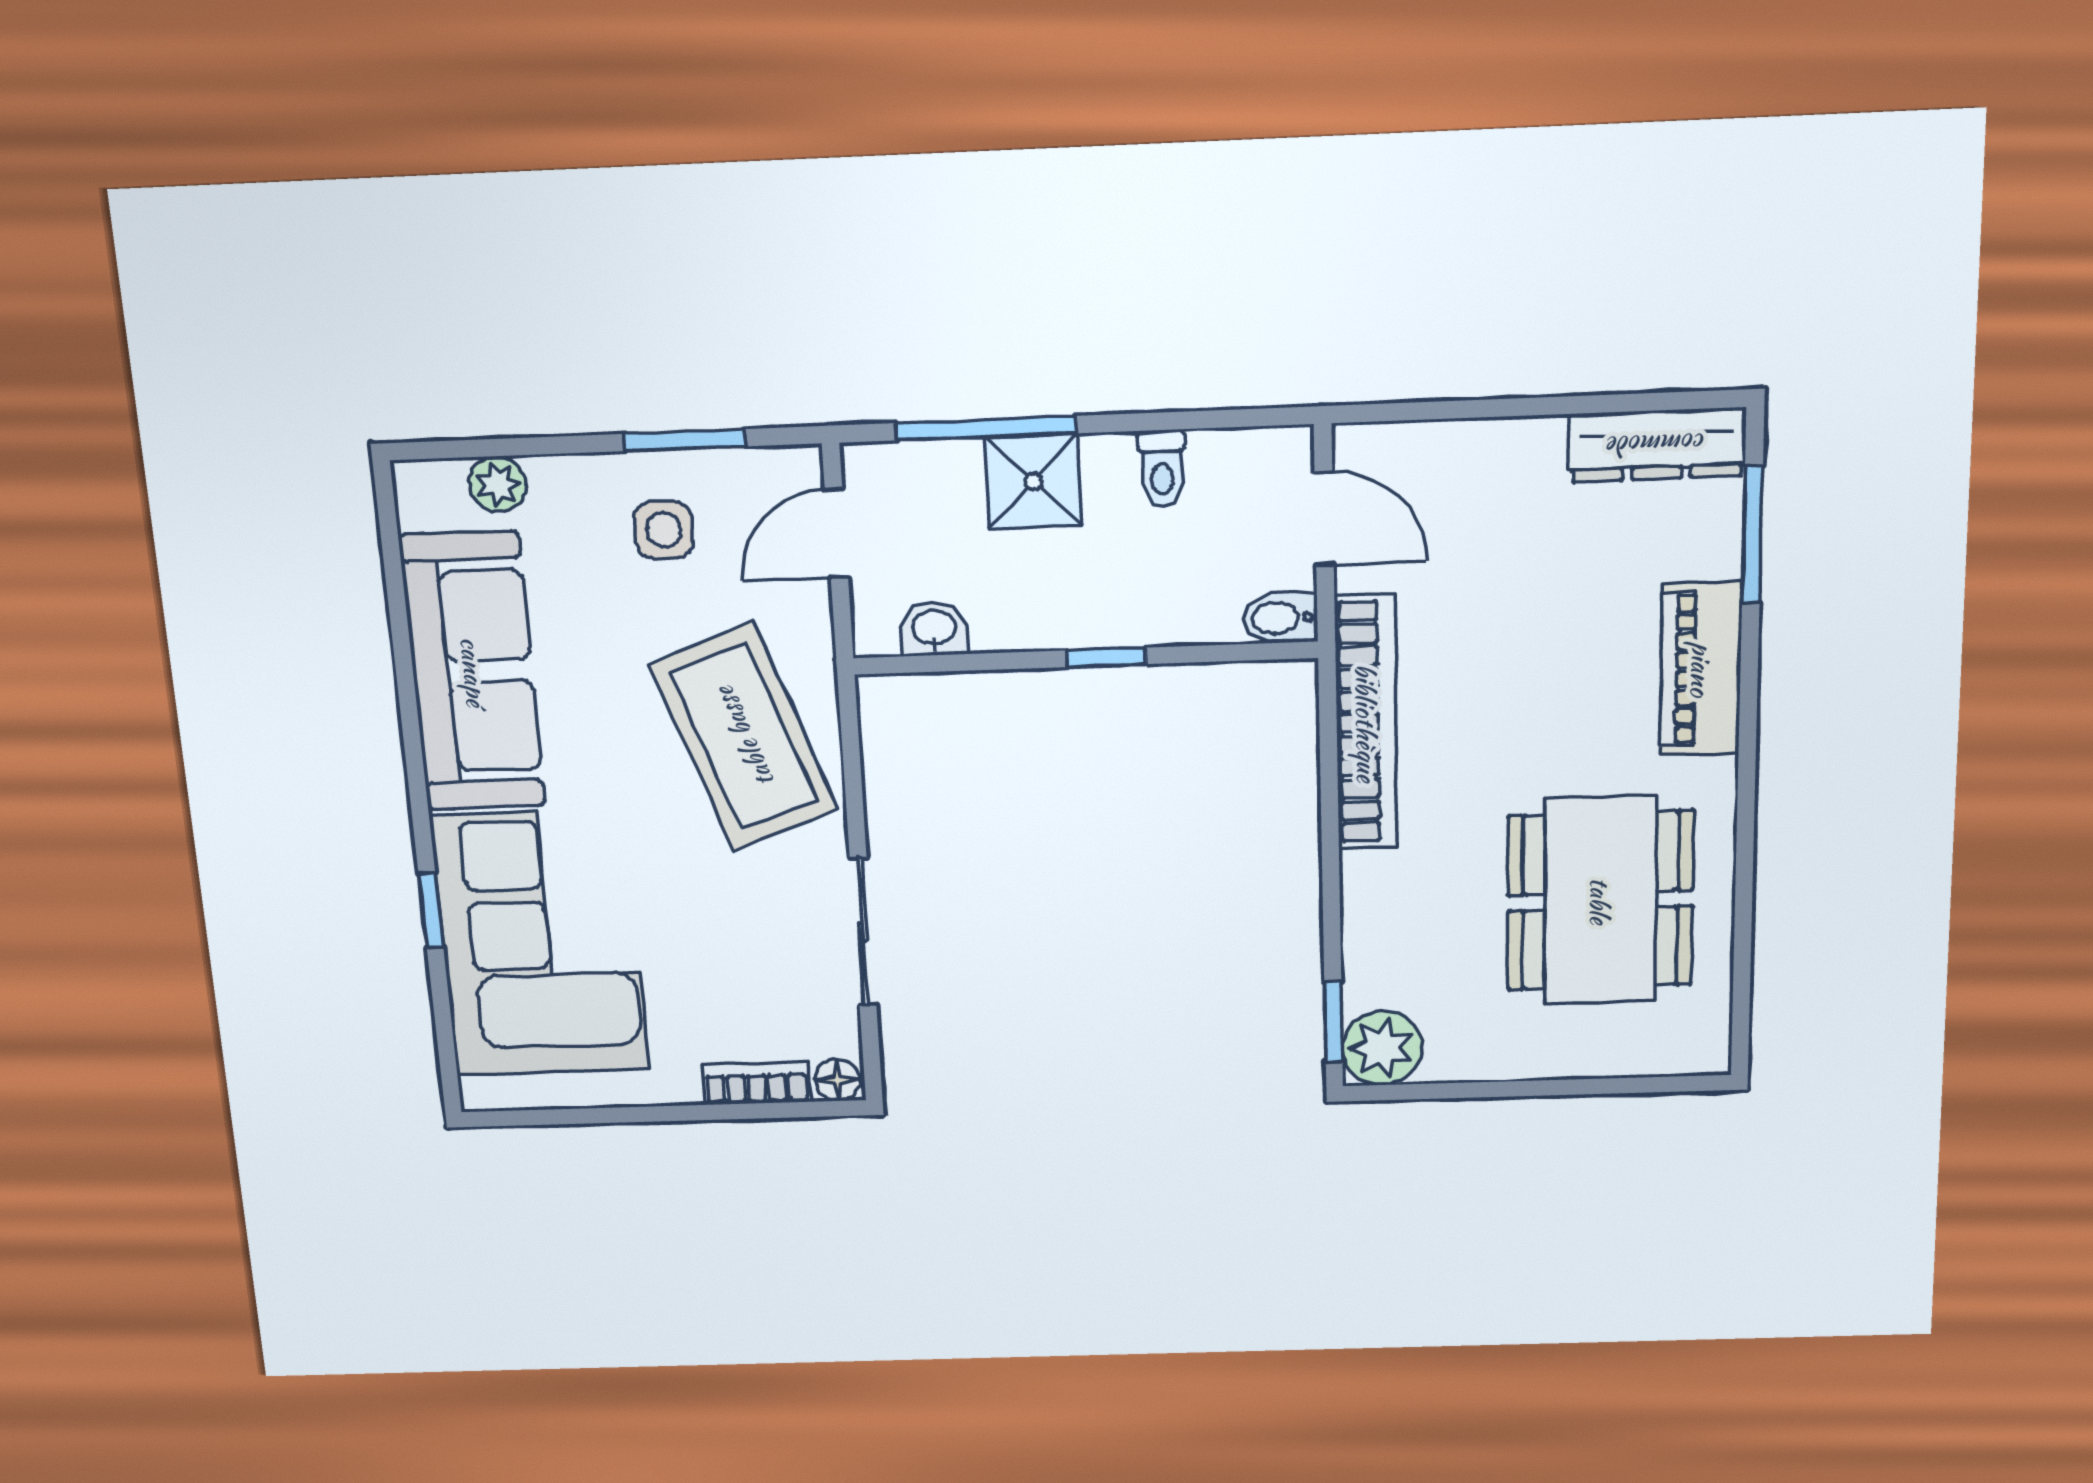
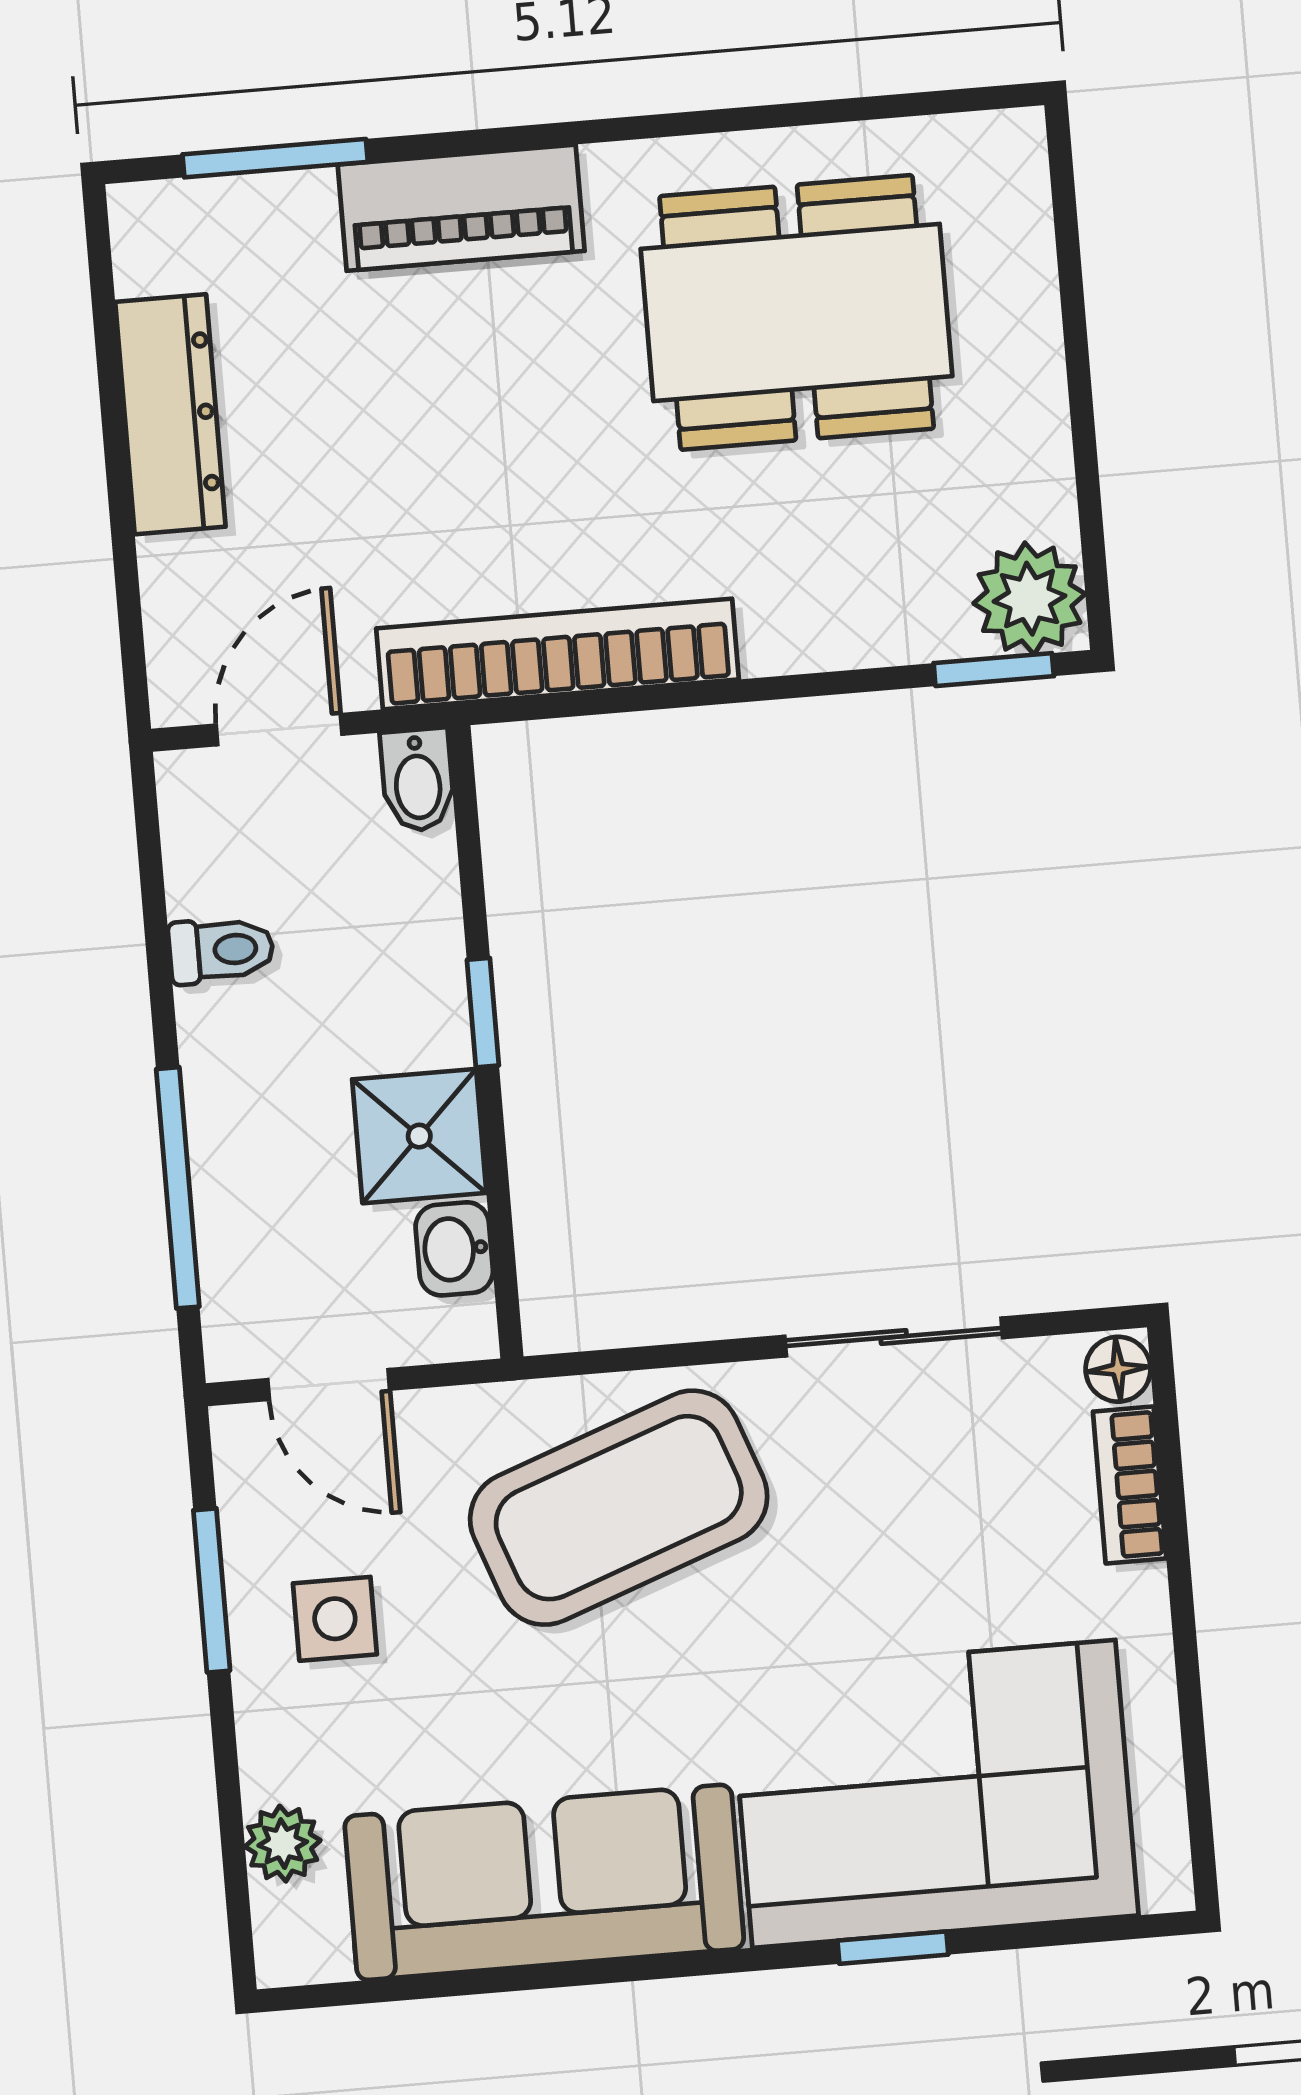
dresser: (1657, 445) -> (170, 414), moved
shower: (1034, 481) -> (419, 1136), moved

